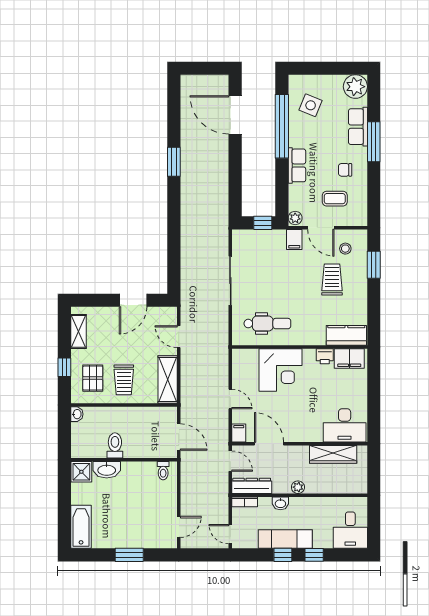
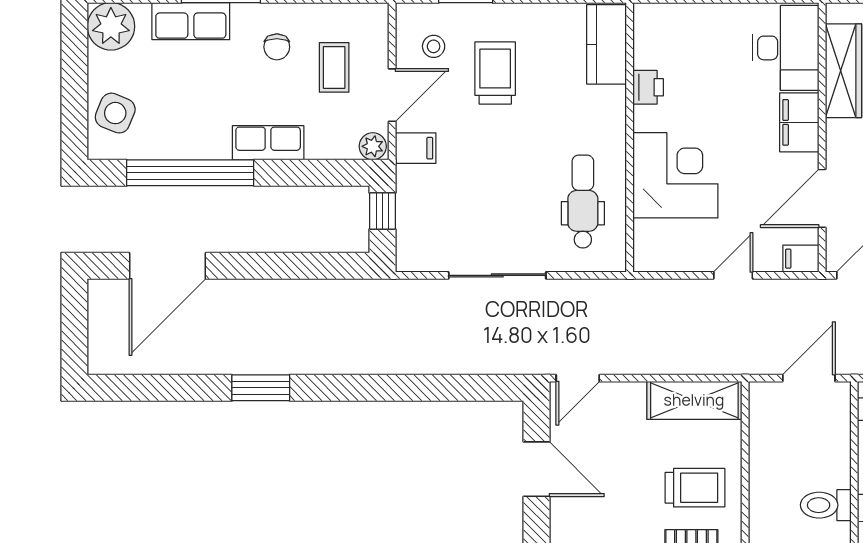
side table: (311, 105) -> (115, 113), moved
trolley: (332, 279) -> (495, 73), turned 90
door: (179, 337) -> (578, 378), moved
filing cabinet: (349, 358) -> (799, 122), moved, turned 180

